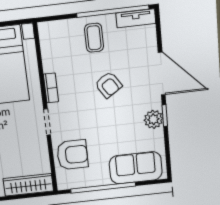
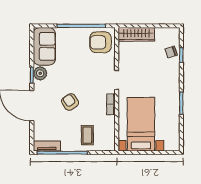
coffee table: (94, 38) -> (87, 135), moved
armchair: (72, 155) -> (100, 42), moved
sofa: (136, 168) -> (44, 46), moved, turned -90

